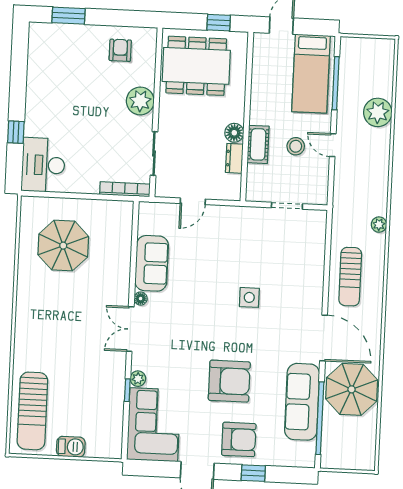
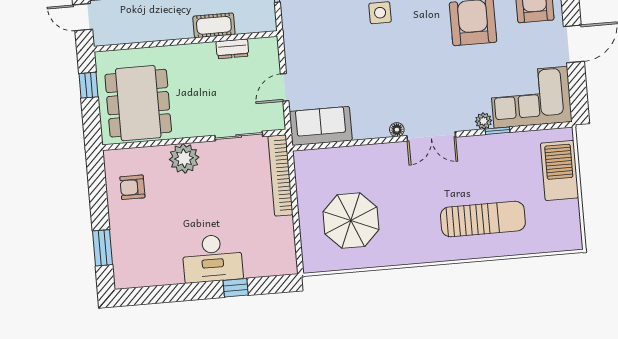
floor lamp: (234, 133) -> (205, 53), removed
desk: (43, 165) -> (212, 258), moved
bookcase: (125, 189) -> (280, 175), width x1.48, depth x1.31
door: (193, 201) -> (285, 87), swing flipped
sofa: (152, 263) -> (321, 126), moved
sun lounger: (32, 411) -> (483, 219), moved
barbecue: (71, 447) -> (559, 170), width x1.88, depth x1.53

